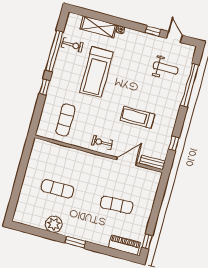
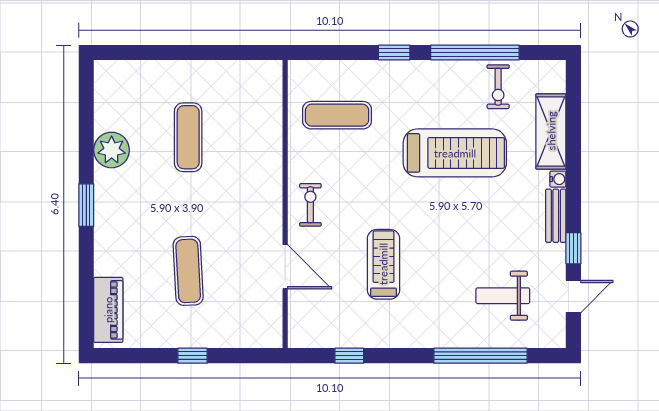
weight bench: (166, 68) -> (503, 296), turned 90
treadmill: (96, 72) -> (455, 153), turned 180
bench: (152, 162) -> (556, 216), moved
window: (147, 241) -> (192, 356), moved

